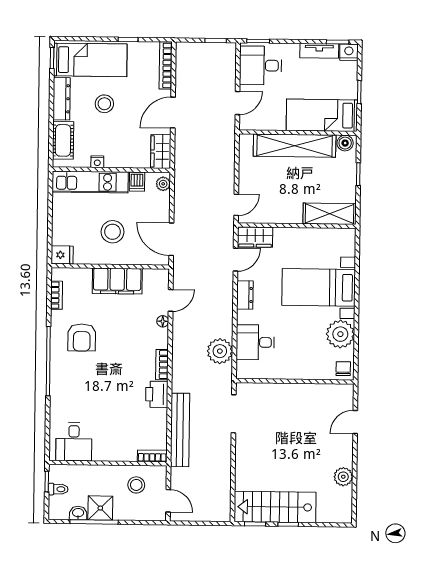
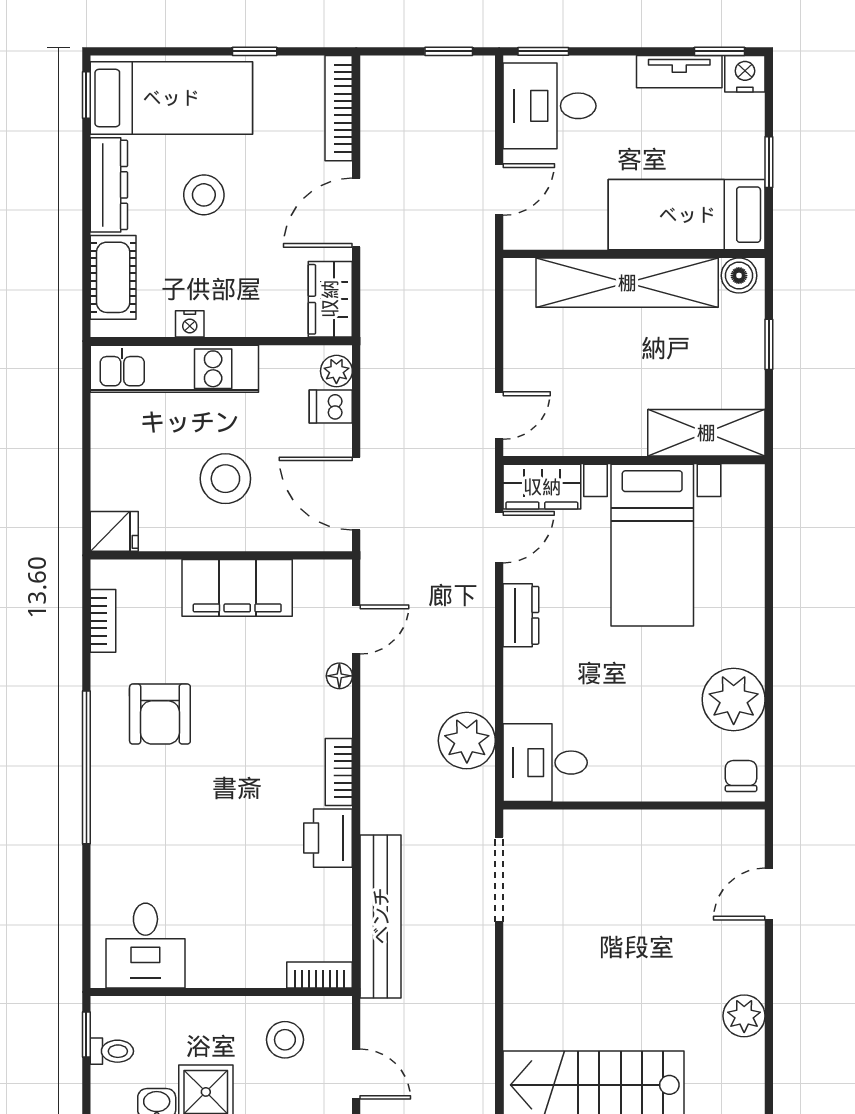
dishwasher: (137, 182) -> (331, 407), moved, turned 90
bed with nightstands: (319, 287) -> (652, 545), moved, turned -90
desk: (255, 342) -> (545, 763), moved

